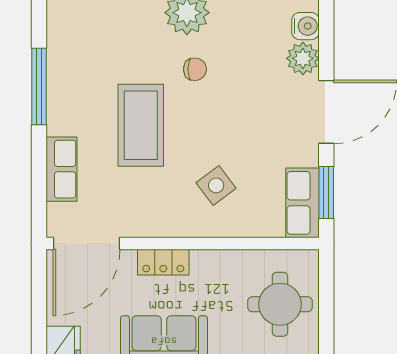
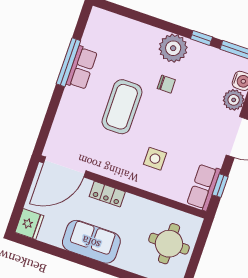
row of seats: (61, 169) -> (82, 68), moved
side table: (216, 185) -> (155, 159), turned 37
window: (326, 192) -> (220, 186), width x0.67

